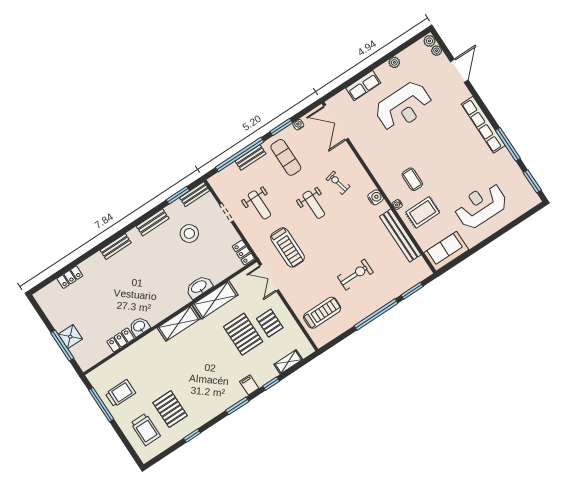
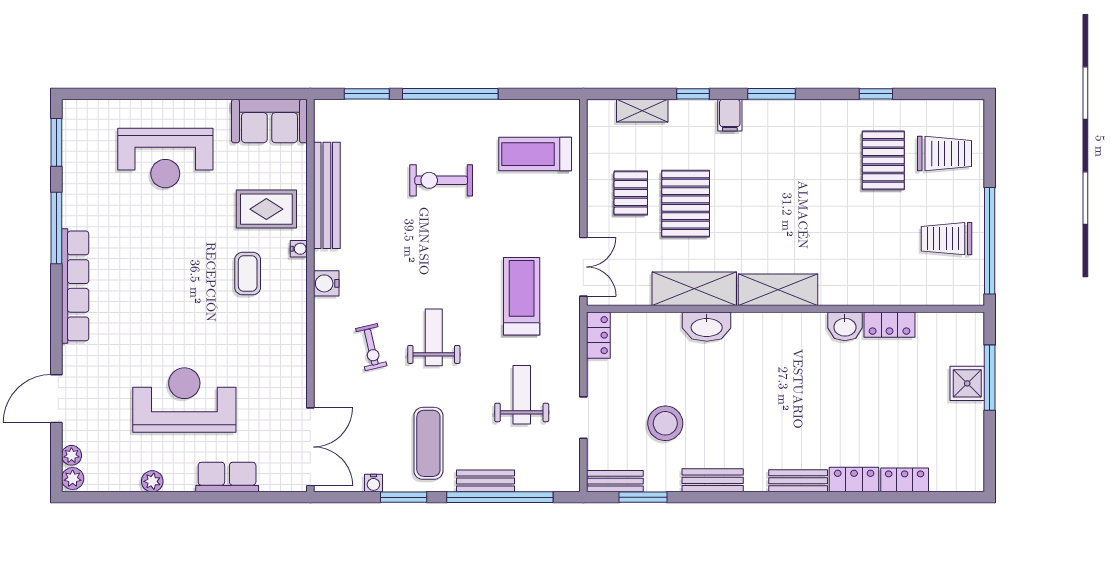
locker: (92, 263) -> (854, 480), added
window: (101, 405) -> (990, 241), width x1.46
trolley: (146, 429) -> (945, 153), turned 90

